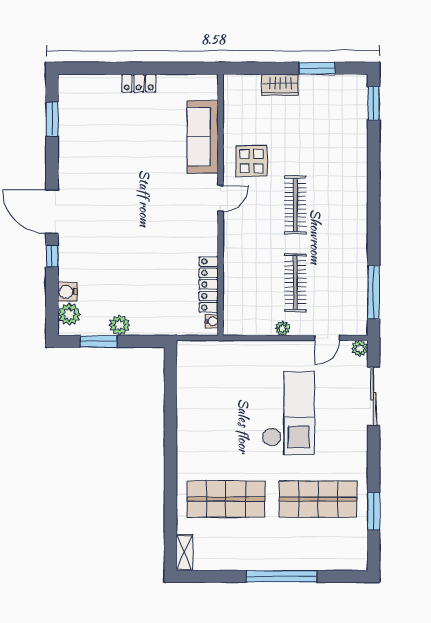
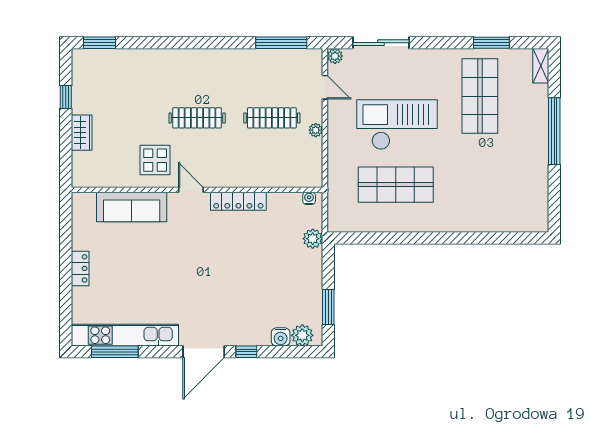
window: (317, 68) -> (66, 97), width x0.67
window: (52, 119) -> (115, 352), width x1.44
kitchen unit: (69, 130) -> (125, 335), added
locker: (209, 284) -> (238, 201), moved
plant: (120, 325) -> (313, 239), moved
shop shelf: (226, 499) -> (396, 185), moved, turned 90
shelving: (184, 552) -> (541, 66), moved, turned 90

